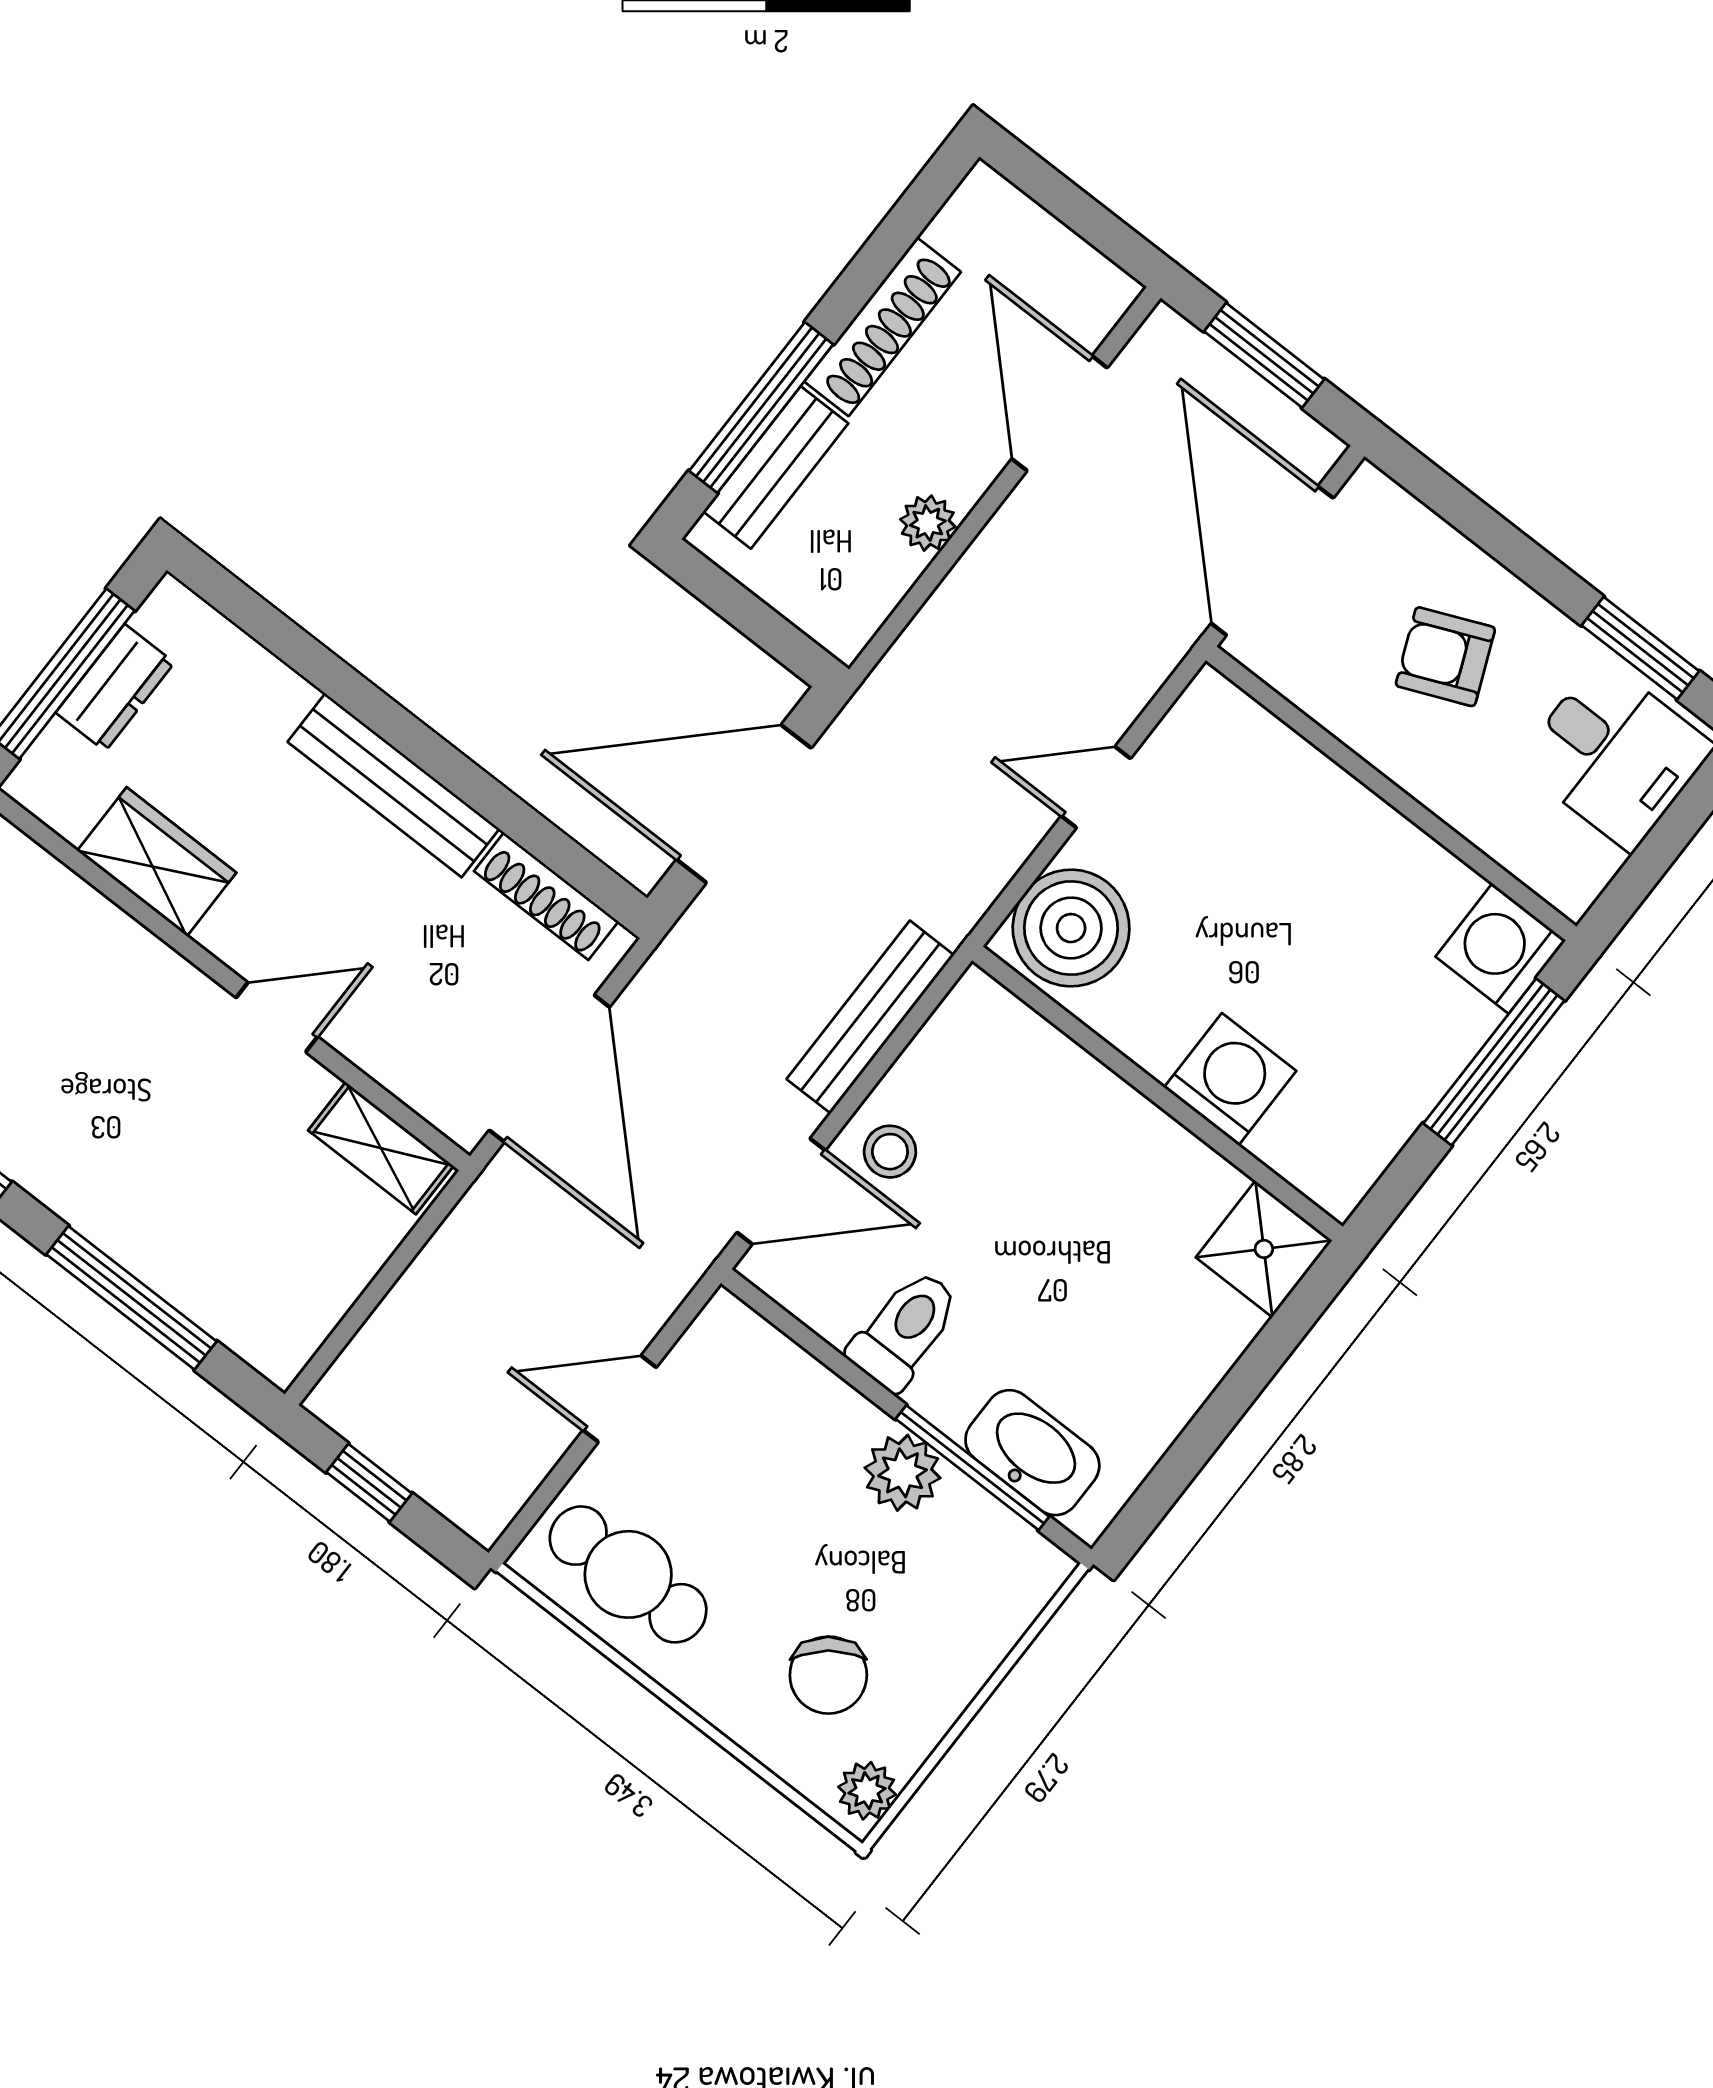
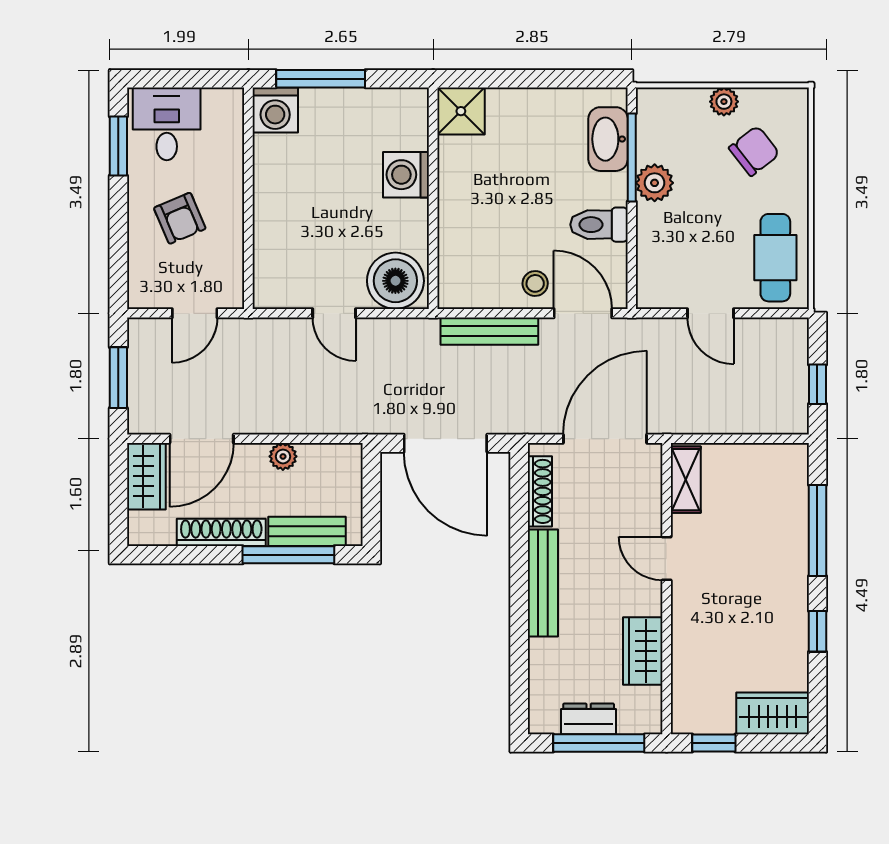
wardrobe: (1068, 276) -> (146, 476), added
door: (1272, 561) -> (195, 313), width x0.53
plant: (867, 1791) -> (724, 102), moved

